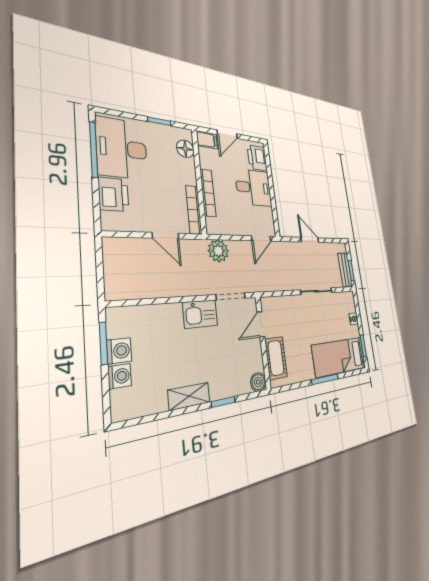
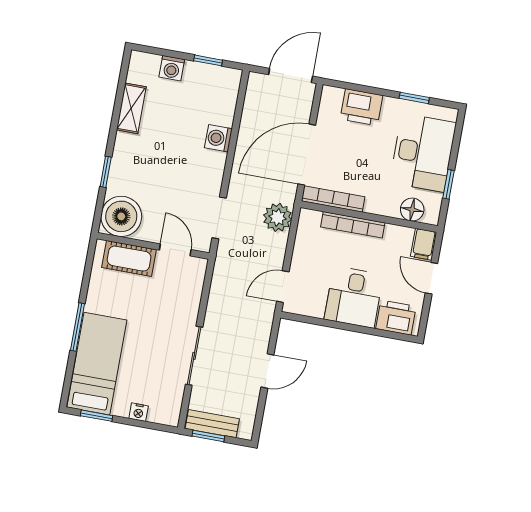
desk: (122, 148) -> (423, 153), moved, turned 90
window: (94, 149) -> (414, 98), width x0.46
door: (166, 236) -> (307, 155), width x1.87
door: (261, 239) -> (283, 287), hinge flipped
door: (99, 262) -> (291, 75), added
kitchen sink: (200, 314) -> (209, 172), removed
window: (103, 343) -> (208, 60), width x0.67
washing machine: (119, 351) -> (218, 138), moved, turned 90
boiler: (258, 382) -> (121, 216), width x1.86, depth x1.86
shelving: (189, 396) -> (131, 108), moved

